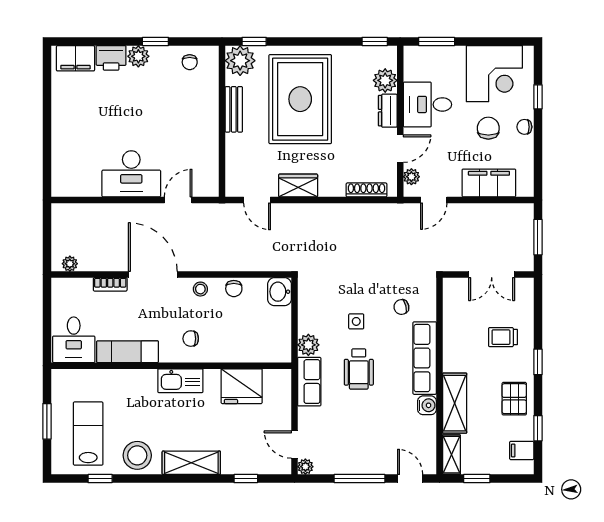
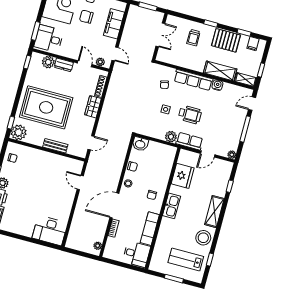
desk: (427, 104) -> (49, 39), moved, turned 90
bench: (234, 109) -> (55, 146), moved
desk: (131, 174) -> (50, 230), moved, turned 90
wardrobe: (298, 185) -> (93, 107), moved
pallet: (514, 399) -> (226, 40), width x1.50, depth x1.42
door: (295, 444) -> (208, 154), moved

